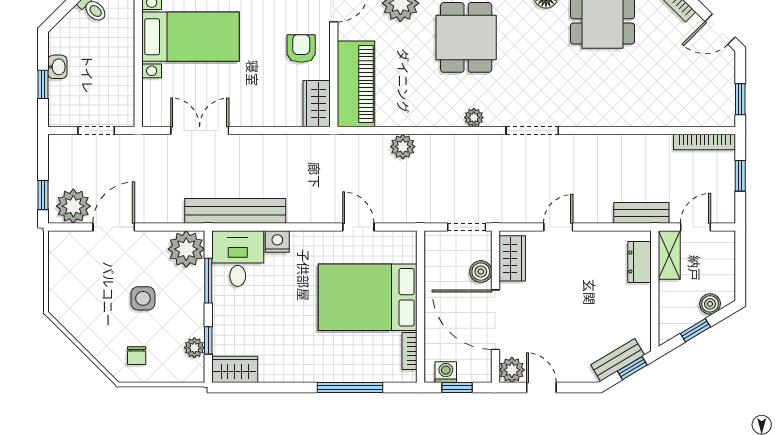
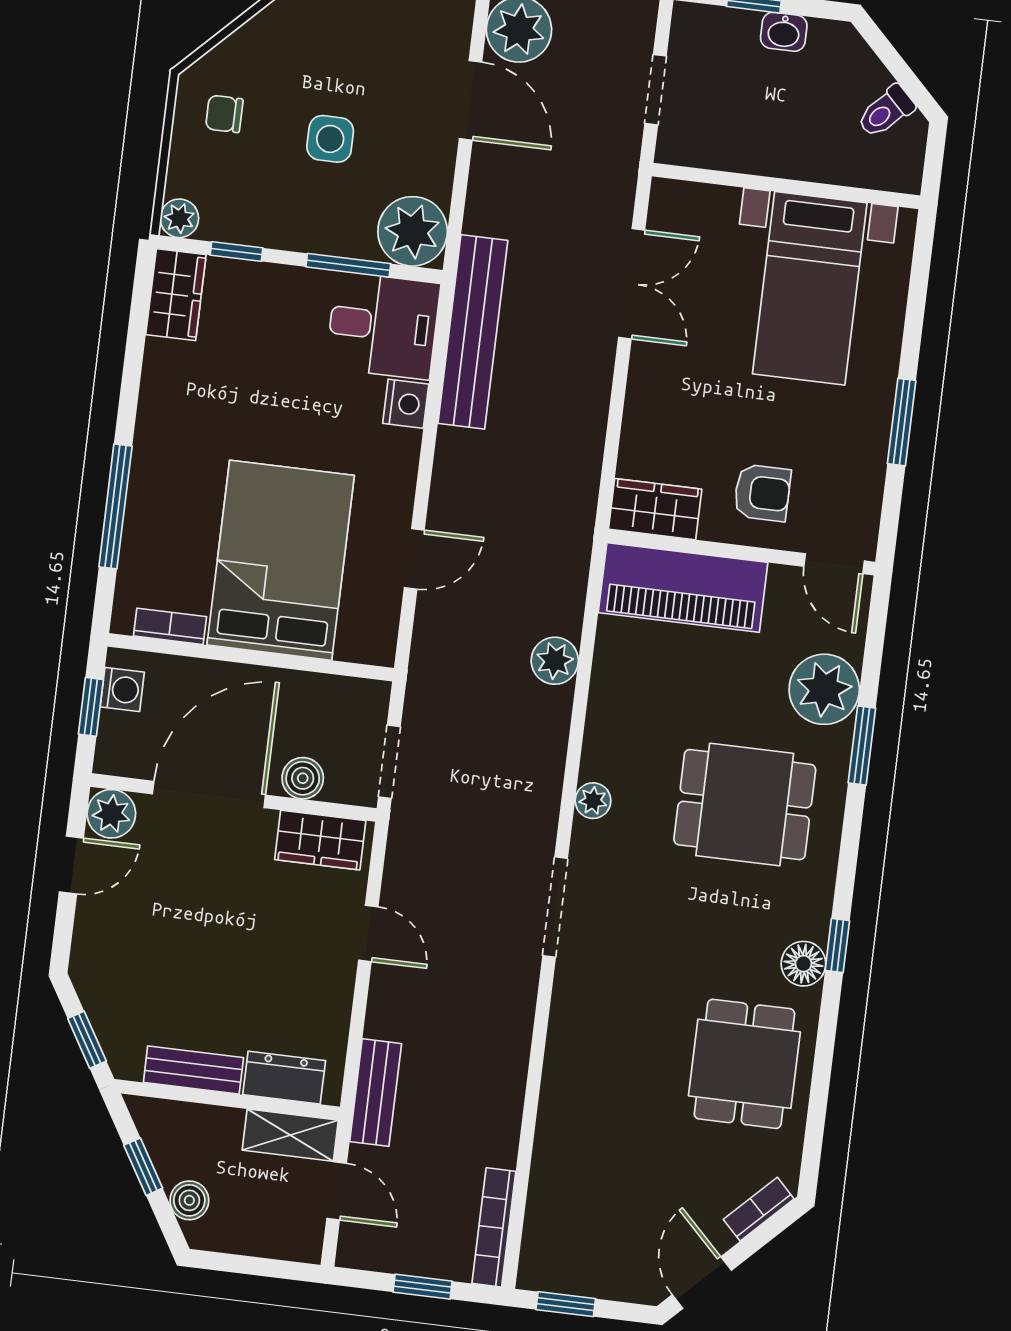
plant: (194, 348) -> (179, 218), moved
bench: (618, 360) -> (193, 1070), moved, turned -59

